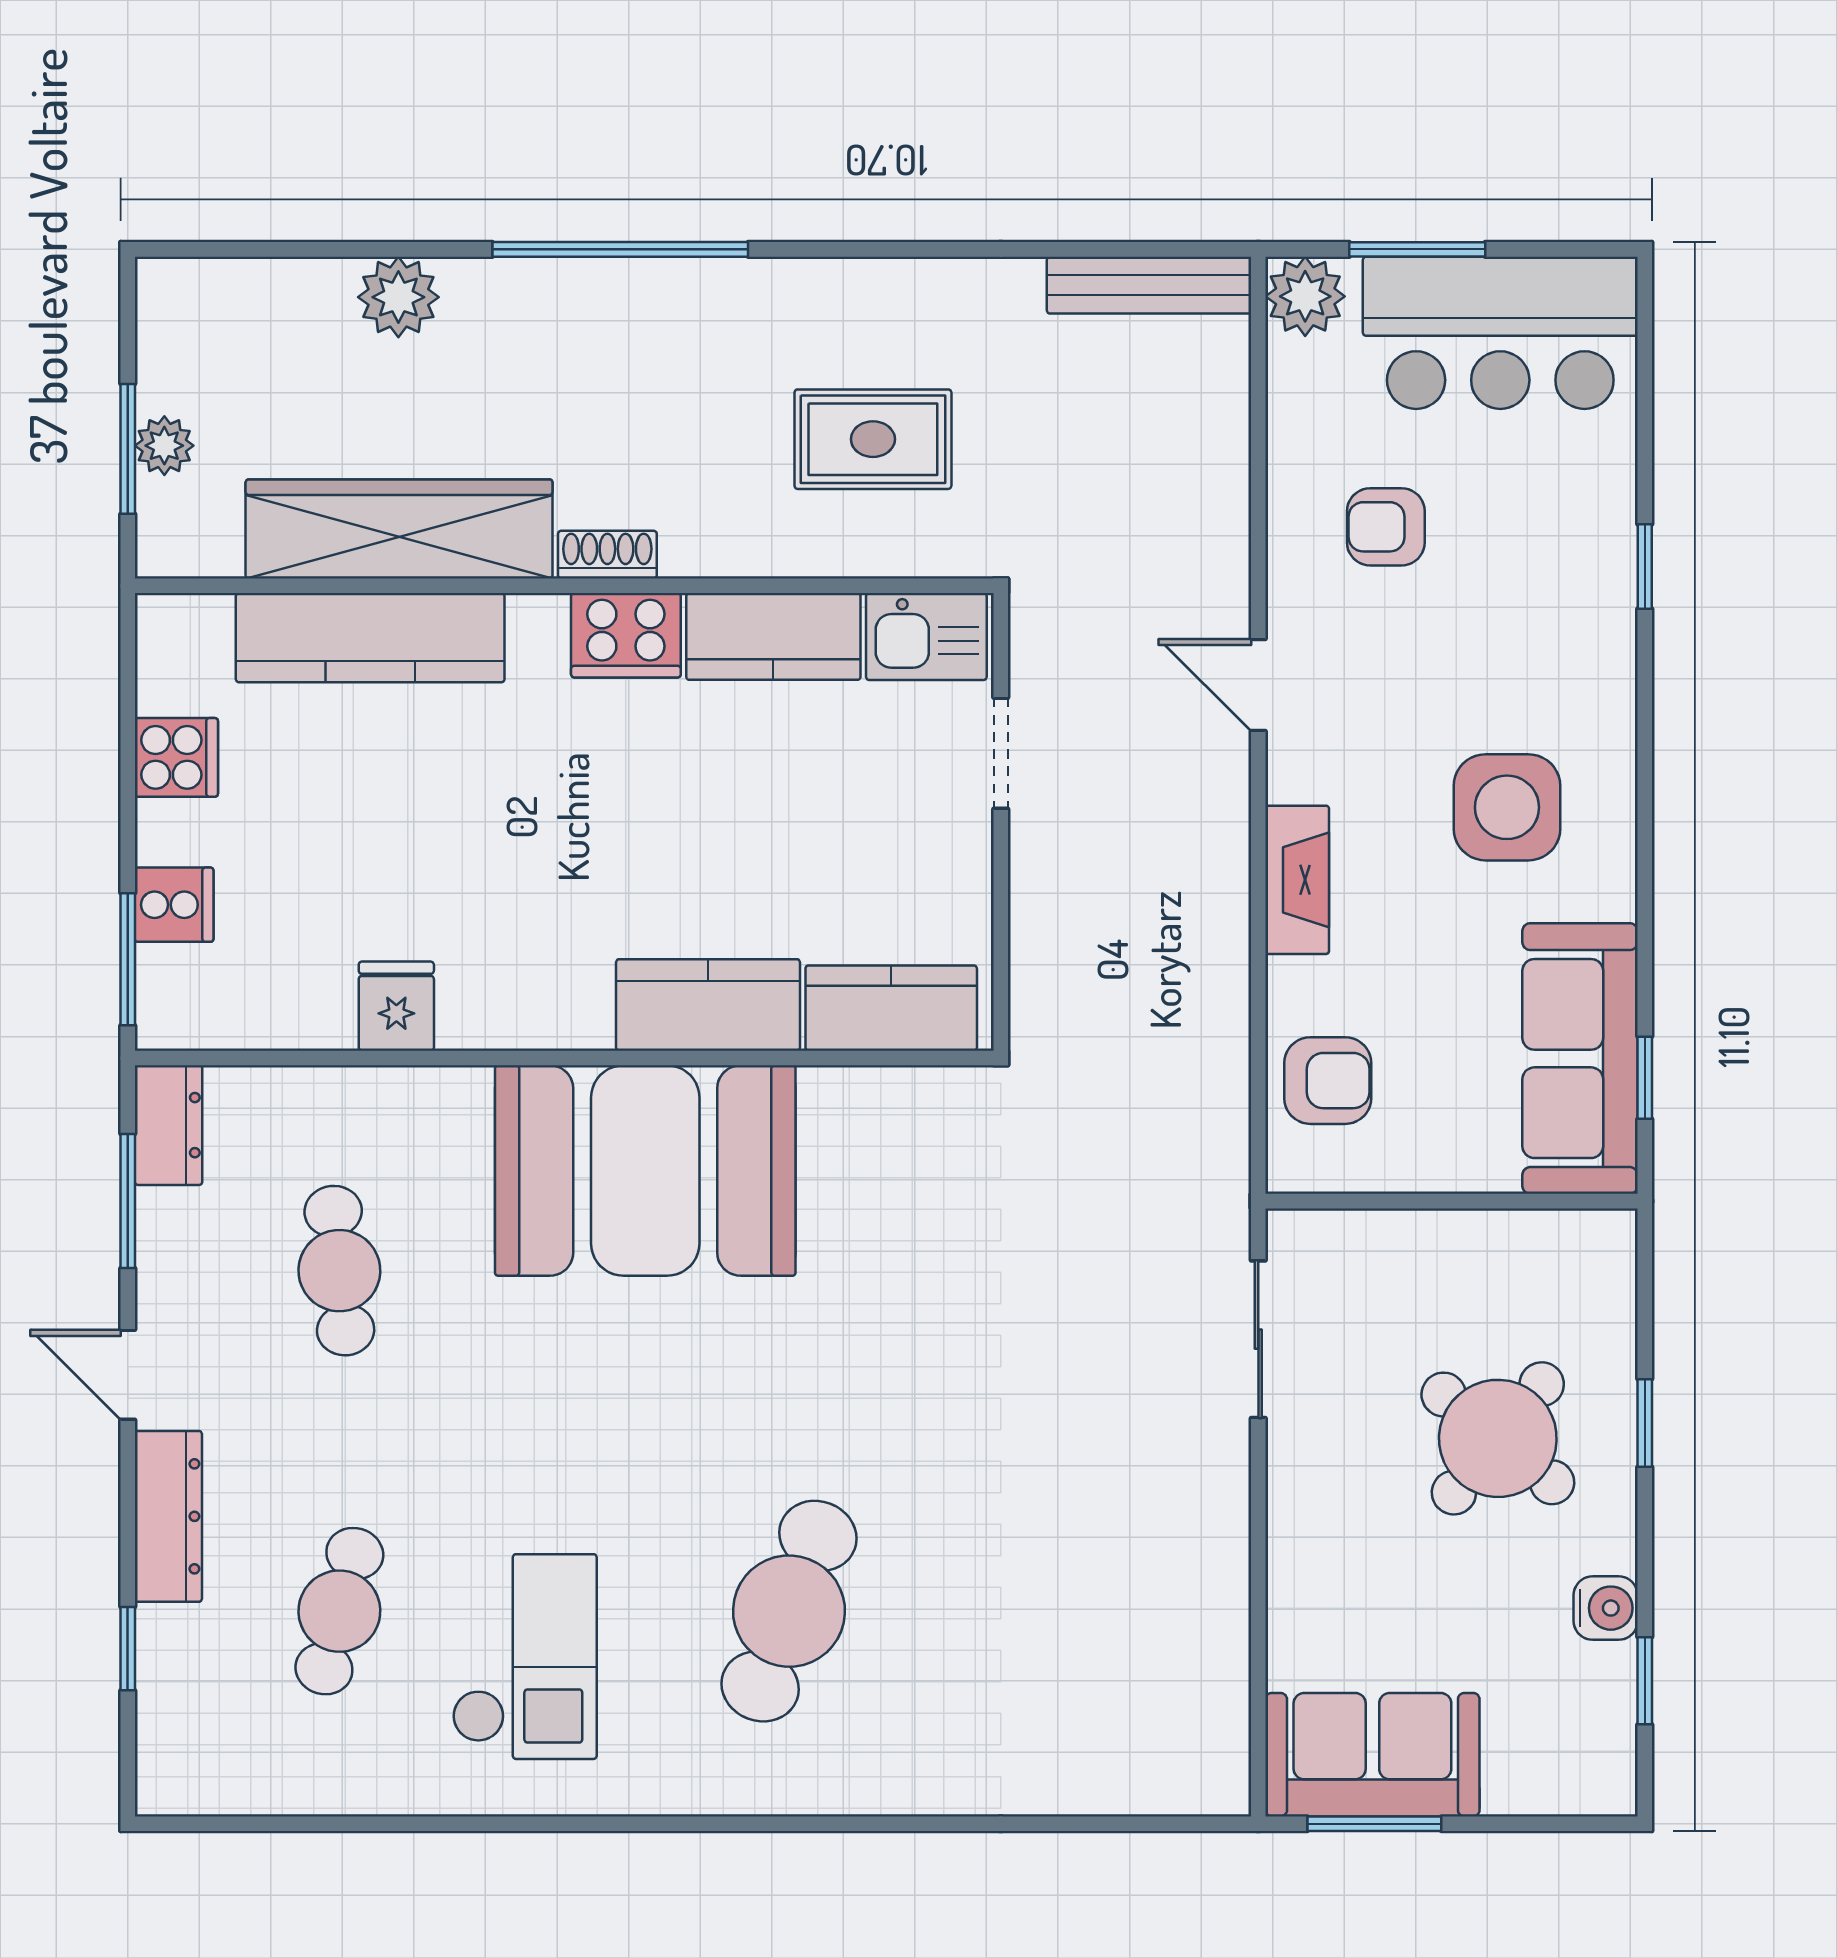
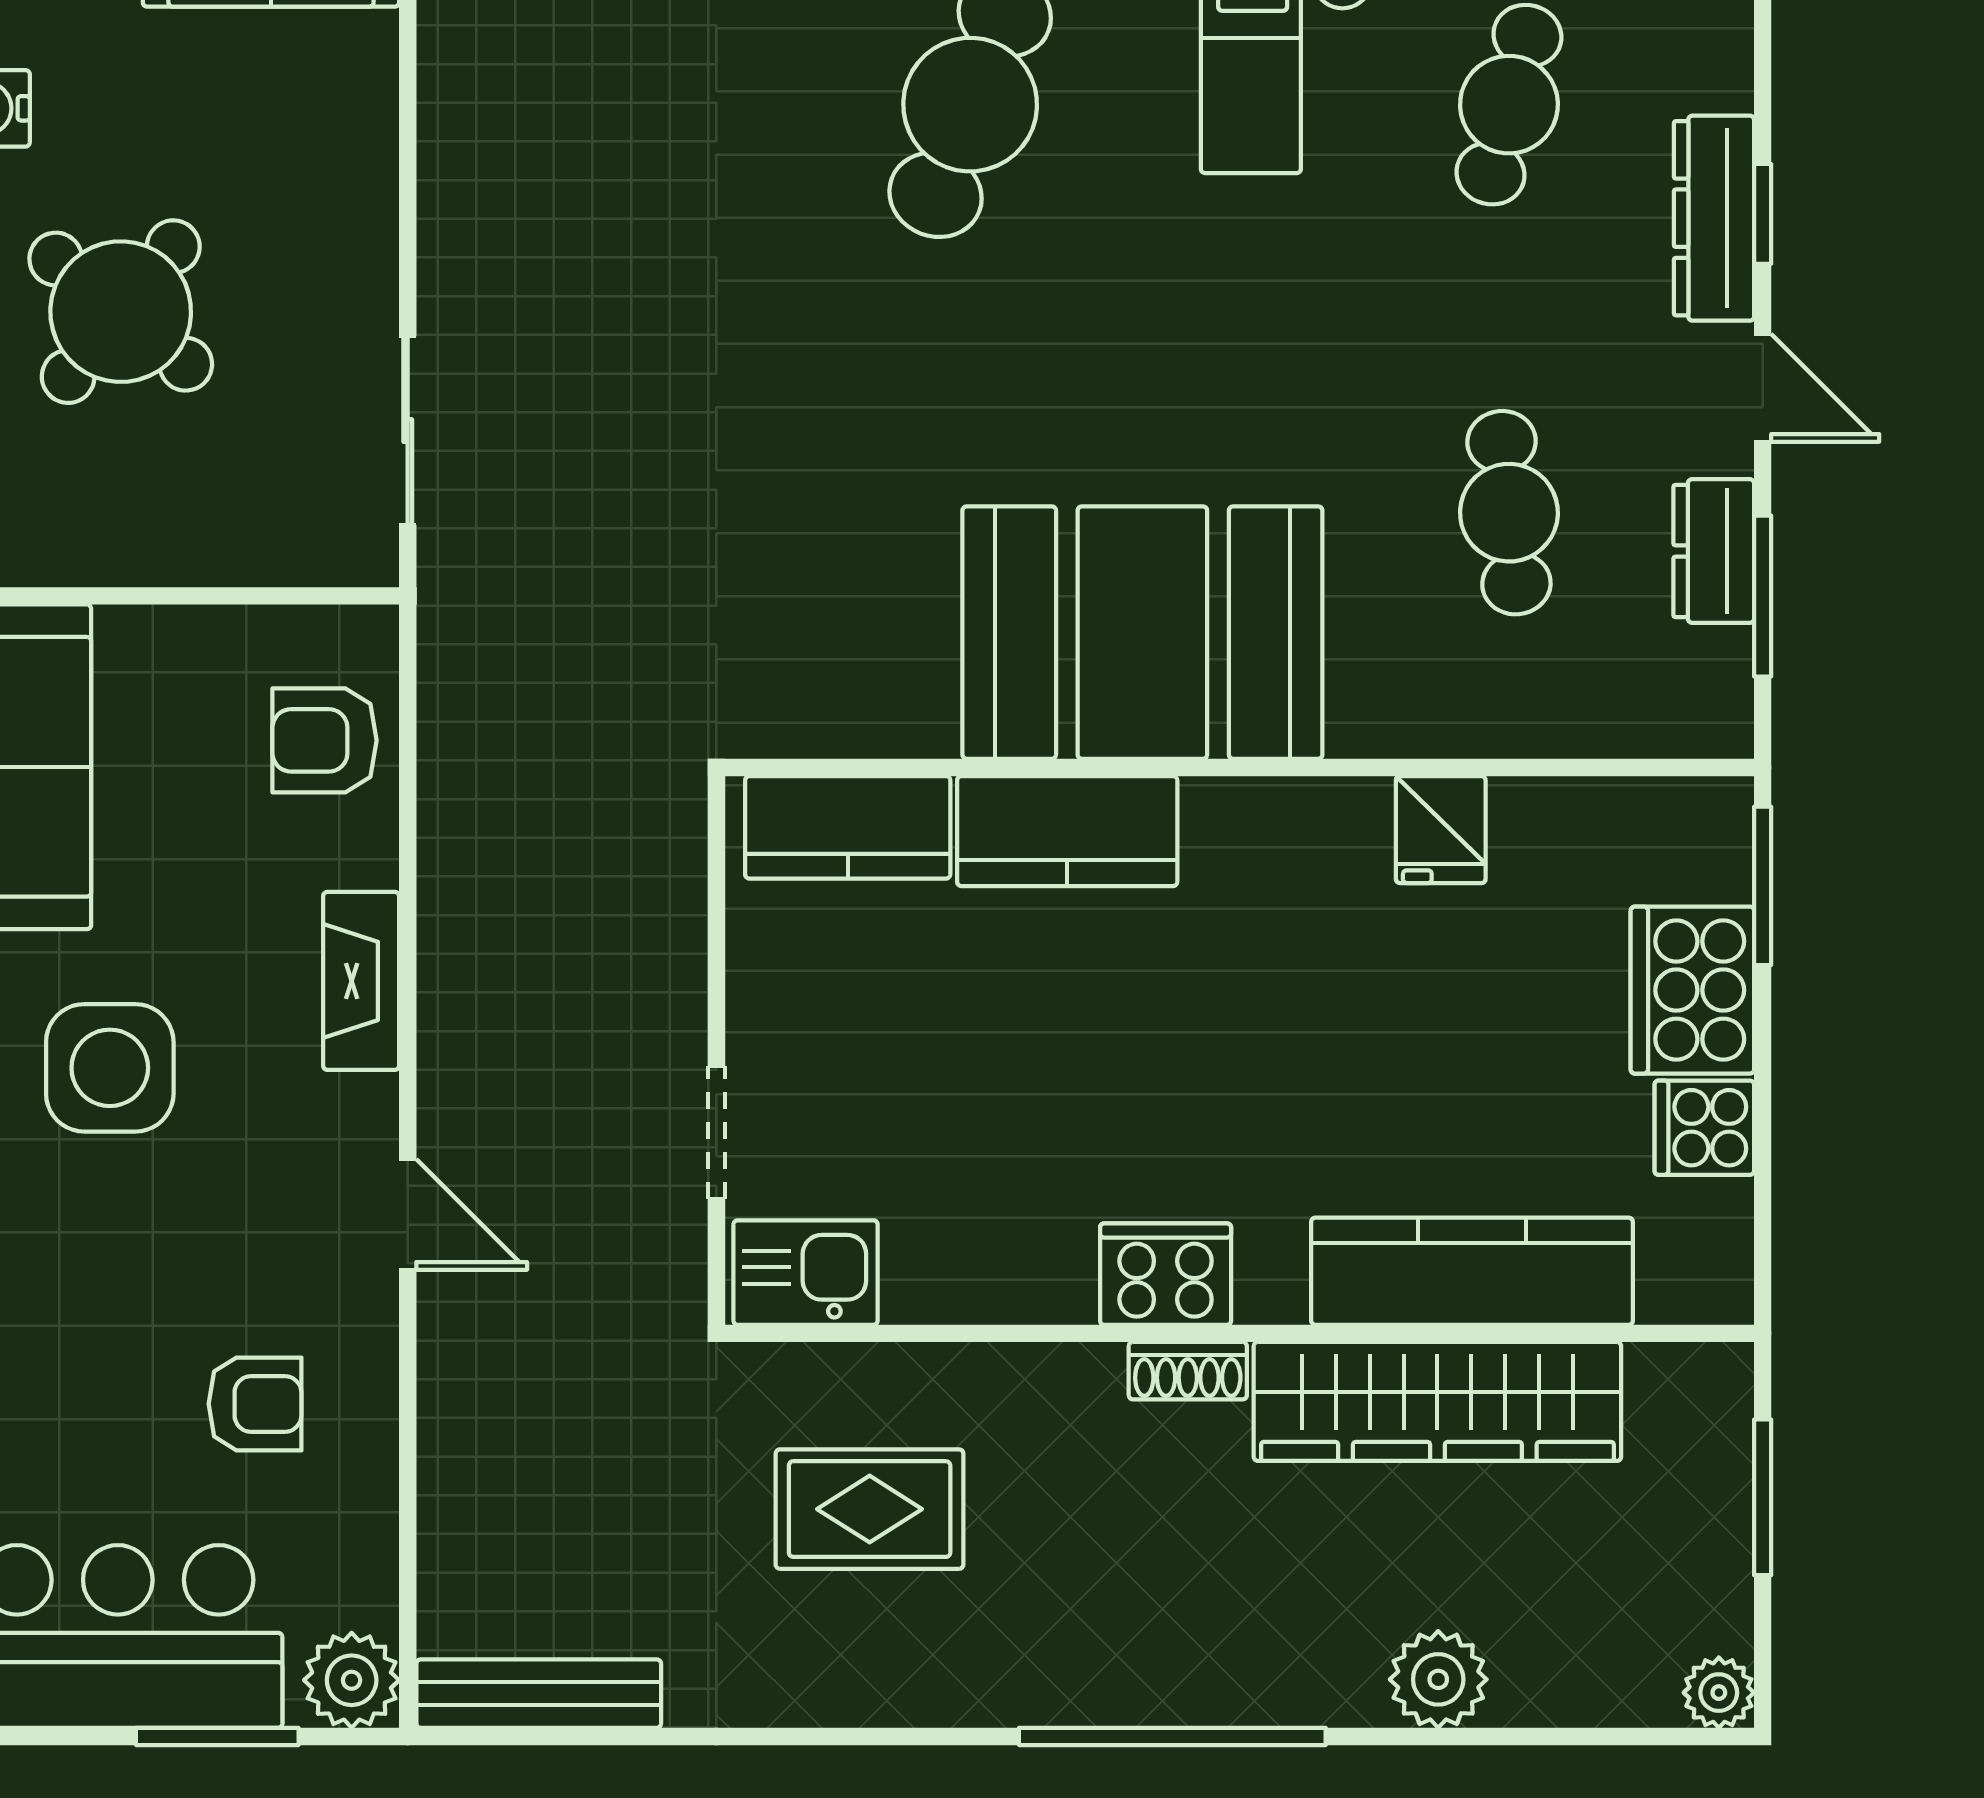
plant: (164, 446) -> (1719, 1693), moved
kitchen counter: (773, 636) -> (989, 1273), removed
cooker: (174, 905) -> (1692, 990), width x1.87, depth x1.31
dresser: (169, 1125) -> (1714, 551), moved
window: (128, 1649) -> (1763, 214), moved

